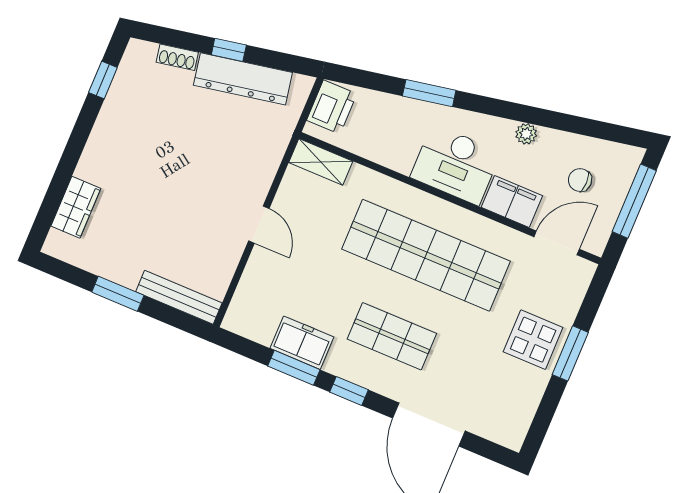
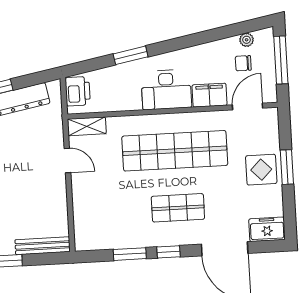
plant: (526, 134) -> (247, 40), moved
door: (259, 225) -> (67, 160), moved
freezer: (302, 343) -> (267, 229), moved

